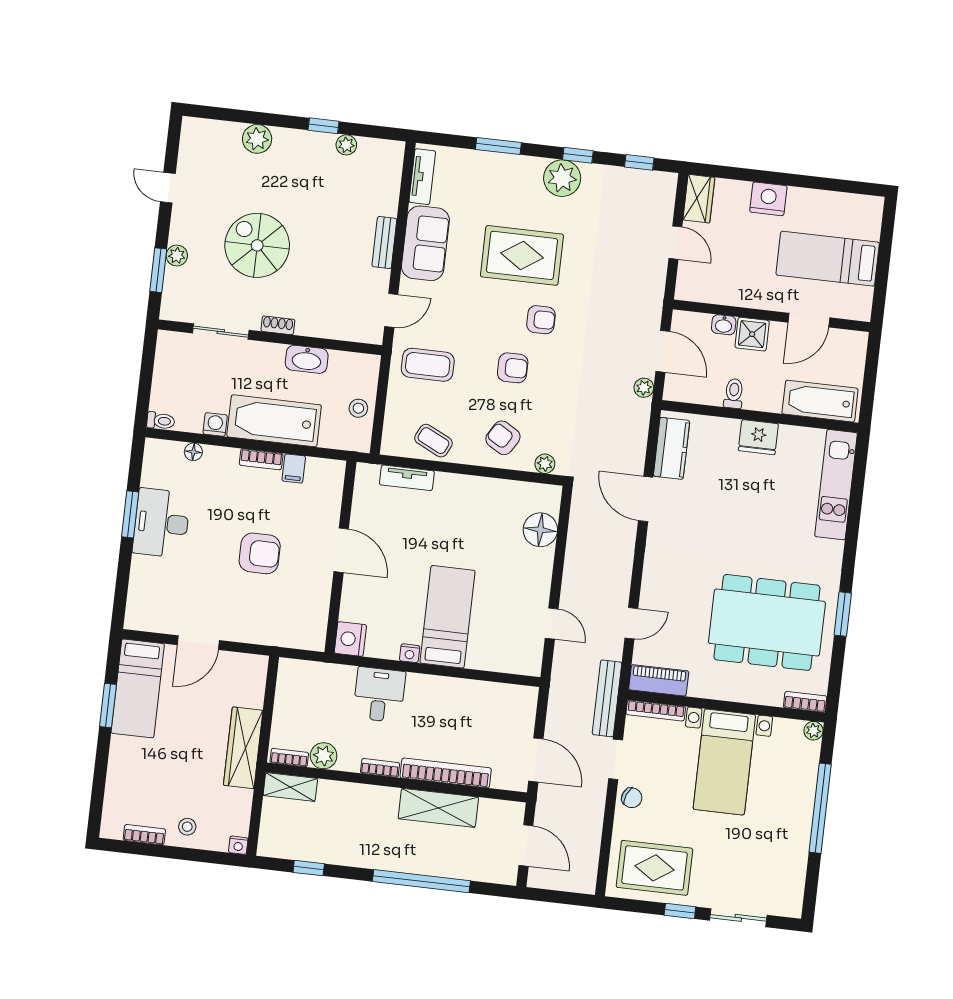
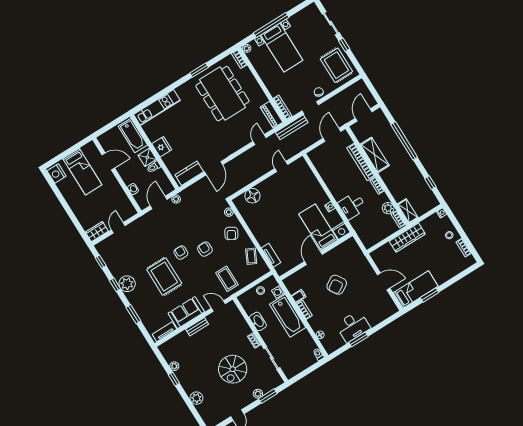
nightstand: (768, 199) -> (57, 174), moved
shower: (752, 334) -> (147, 157), moved
washing machine: (215, 424) -> (278, 292), moved
armchair: (260, 553) -> (337, 285), turned -122
bed: (448, 617) -> (318, 227), moved, turned 90
door: (631, 623) -> (260, 139), hinge flipped
bed with nightstands: (724, 762) -> (282, 48), moved, turned 90

